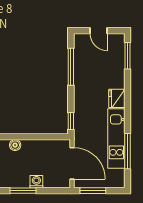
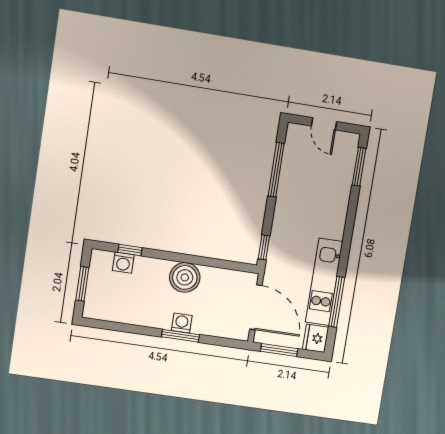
fridge: (117, 98) -> (316, 338), moved
boiler: (15, 145) -> (185, 277), width x1.86, depth x1.86
washing machine: (36, 182) -> (182, 323), moved

